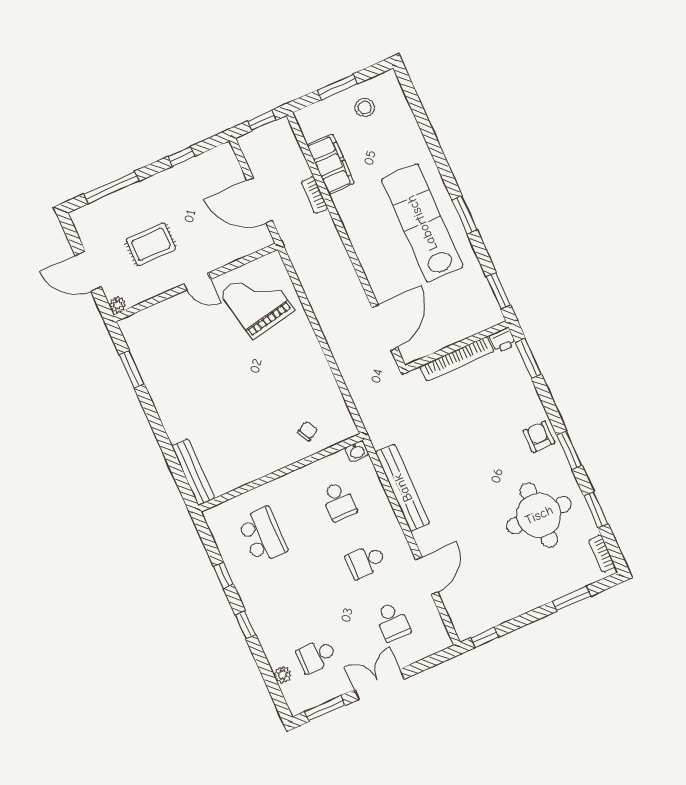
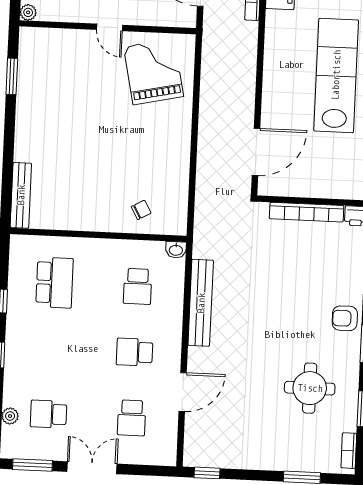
armchair: (539, 437) -> (345, 318), turned -90
round table: (539, 515) -> (310, 388), width x0.73, depth x0.73

